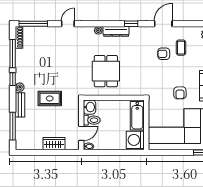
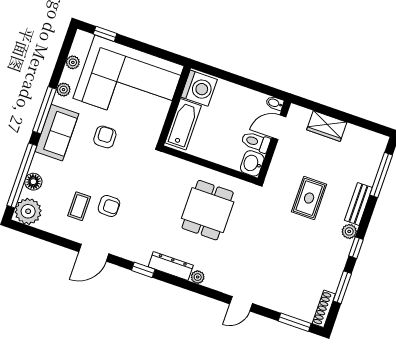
window: (33, 24) -> (295, 322), width x0.69
window: (13, 54) -> (342, 287), width x0.69
rug: (50, 98) -> (309, 198), turned 90

